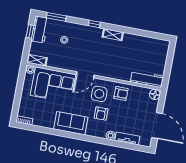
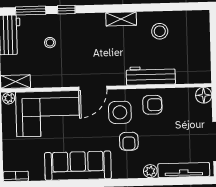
window: (94, 24) -> (66, 10), moved
stool: (136, 48) -> (160, 31), added
workbench: (147, 79) -> (151, 76), moved
sofa: (71, 123) -> (78, 166), width x1.36
tv unit: (127, 138) -> (184, 170), width x1.41

